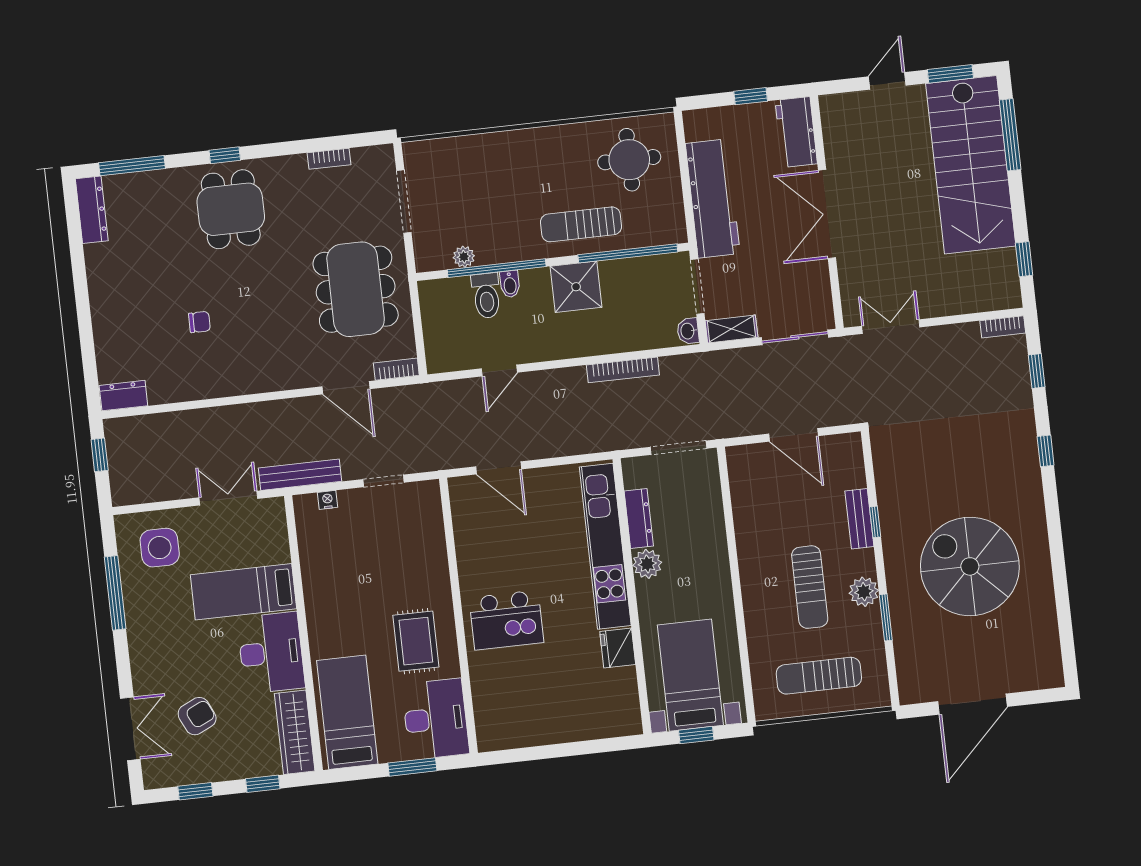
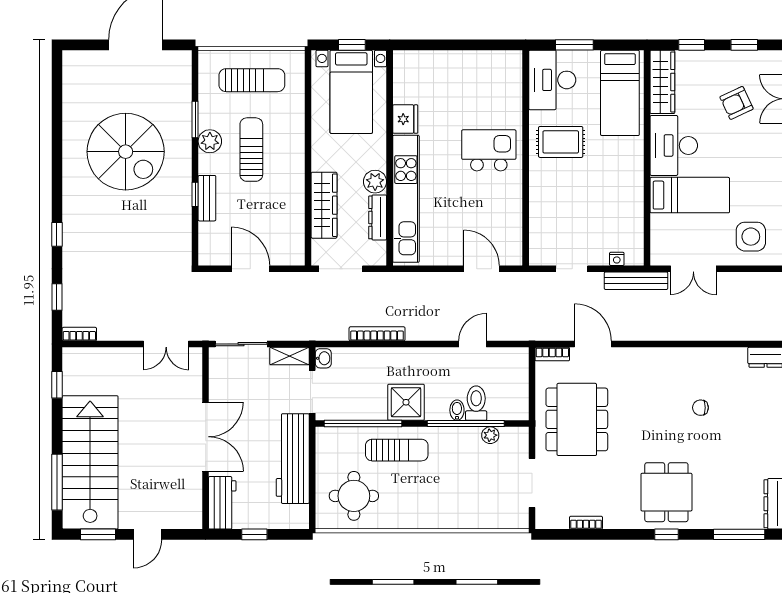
wardrobe: (709, 526) -> (324, 205), added
rug: (416, 641) -> (561, 142), turned 90

